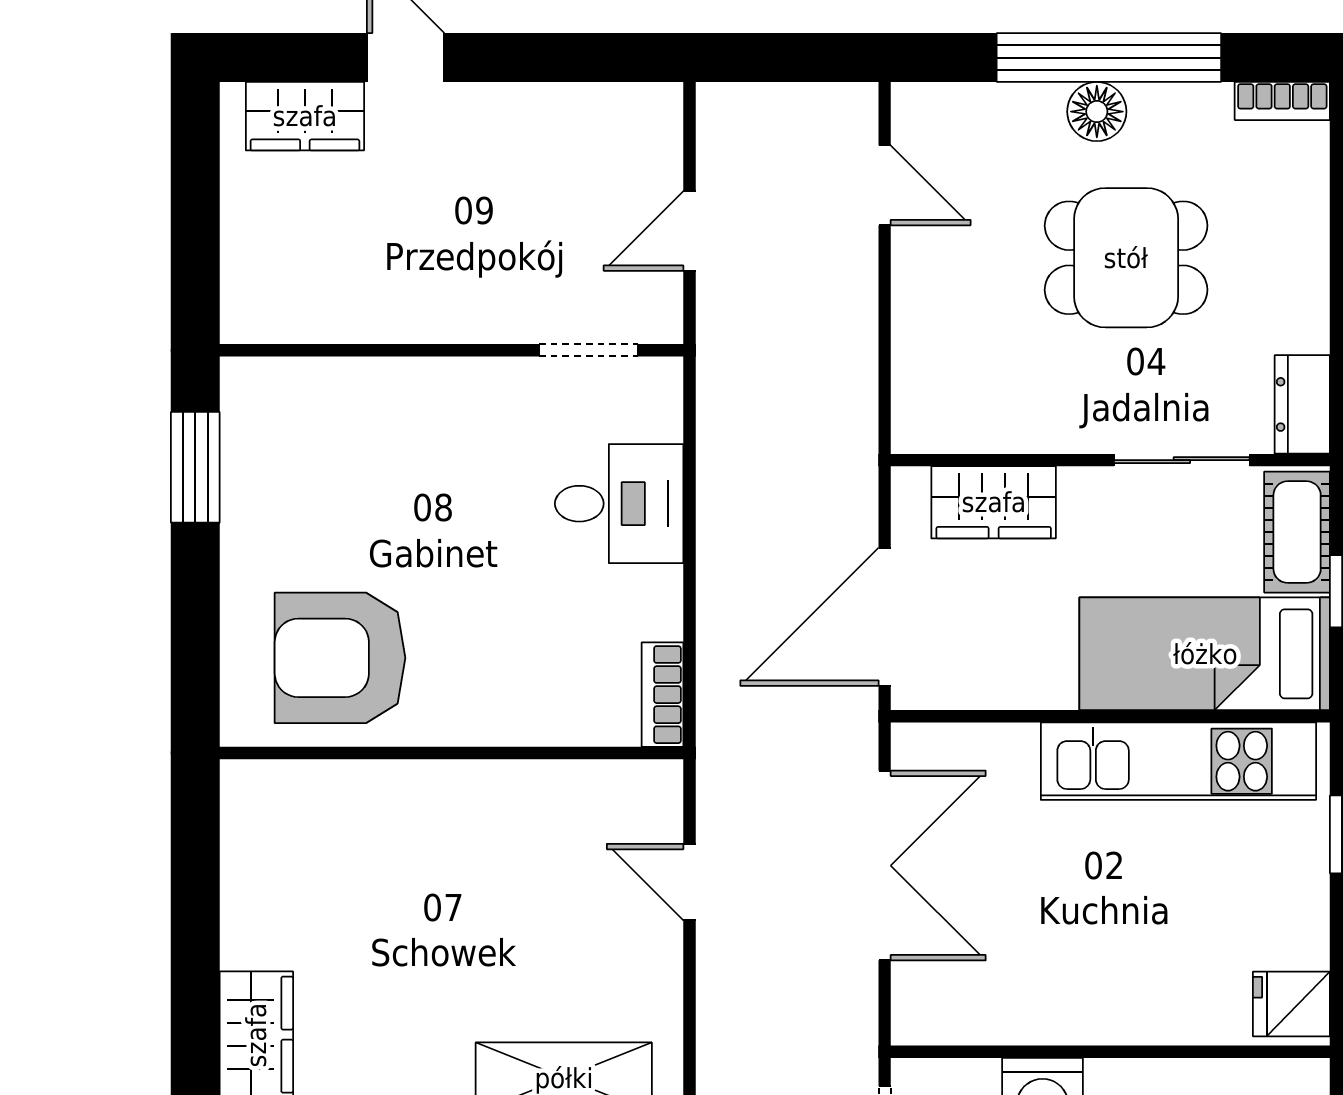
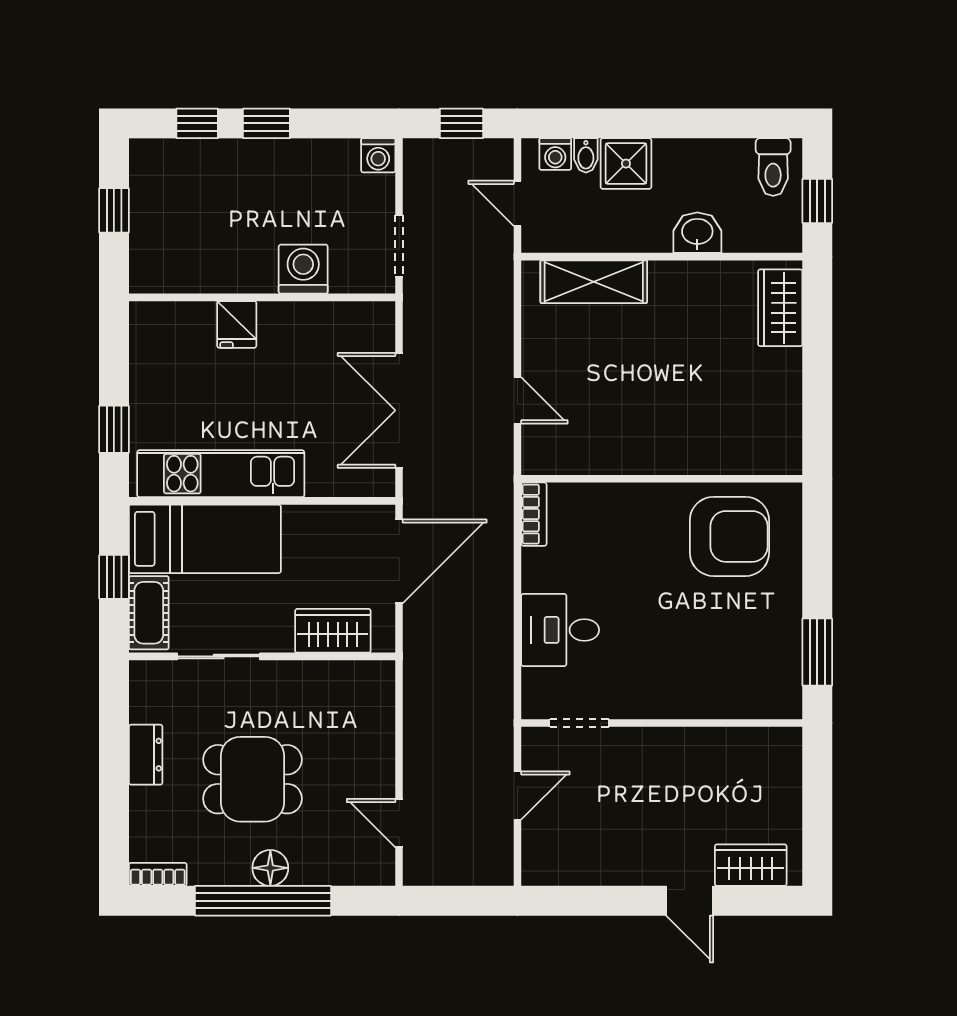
dresser: (1302, 404) -> (146, 755), moved
fridge: (1291, 1004) -> (237, 324), moved, turned 90

